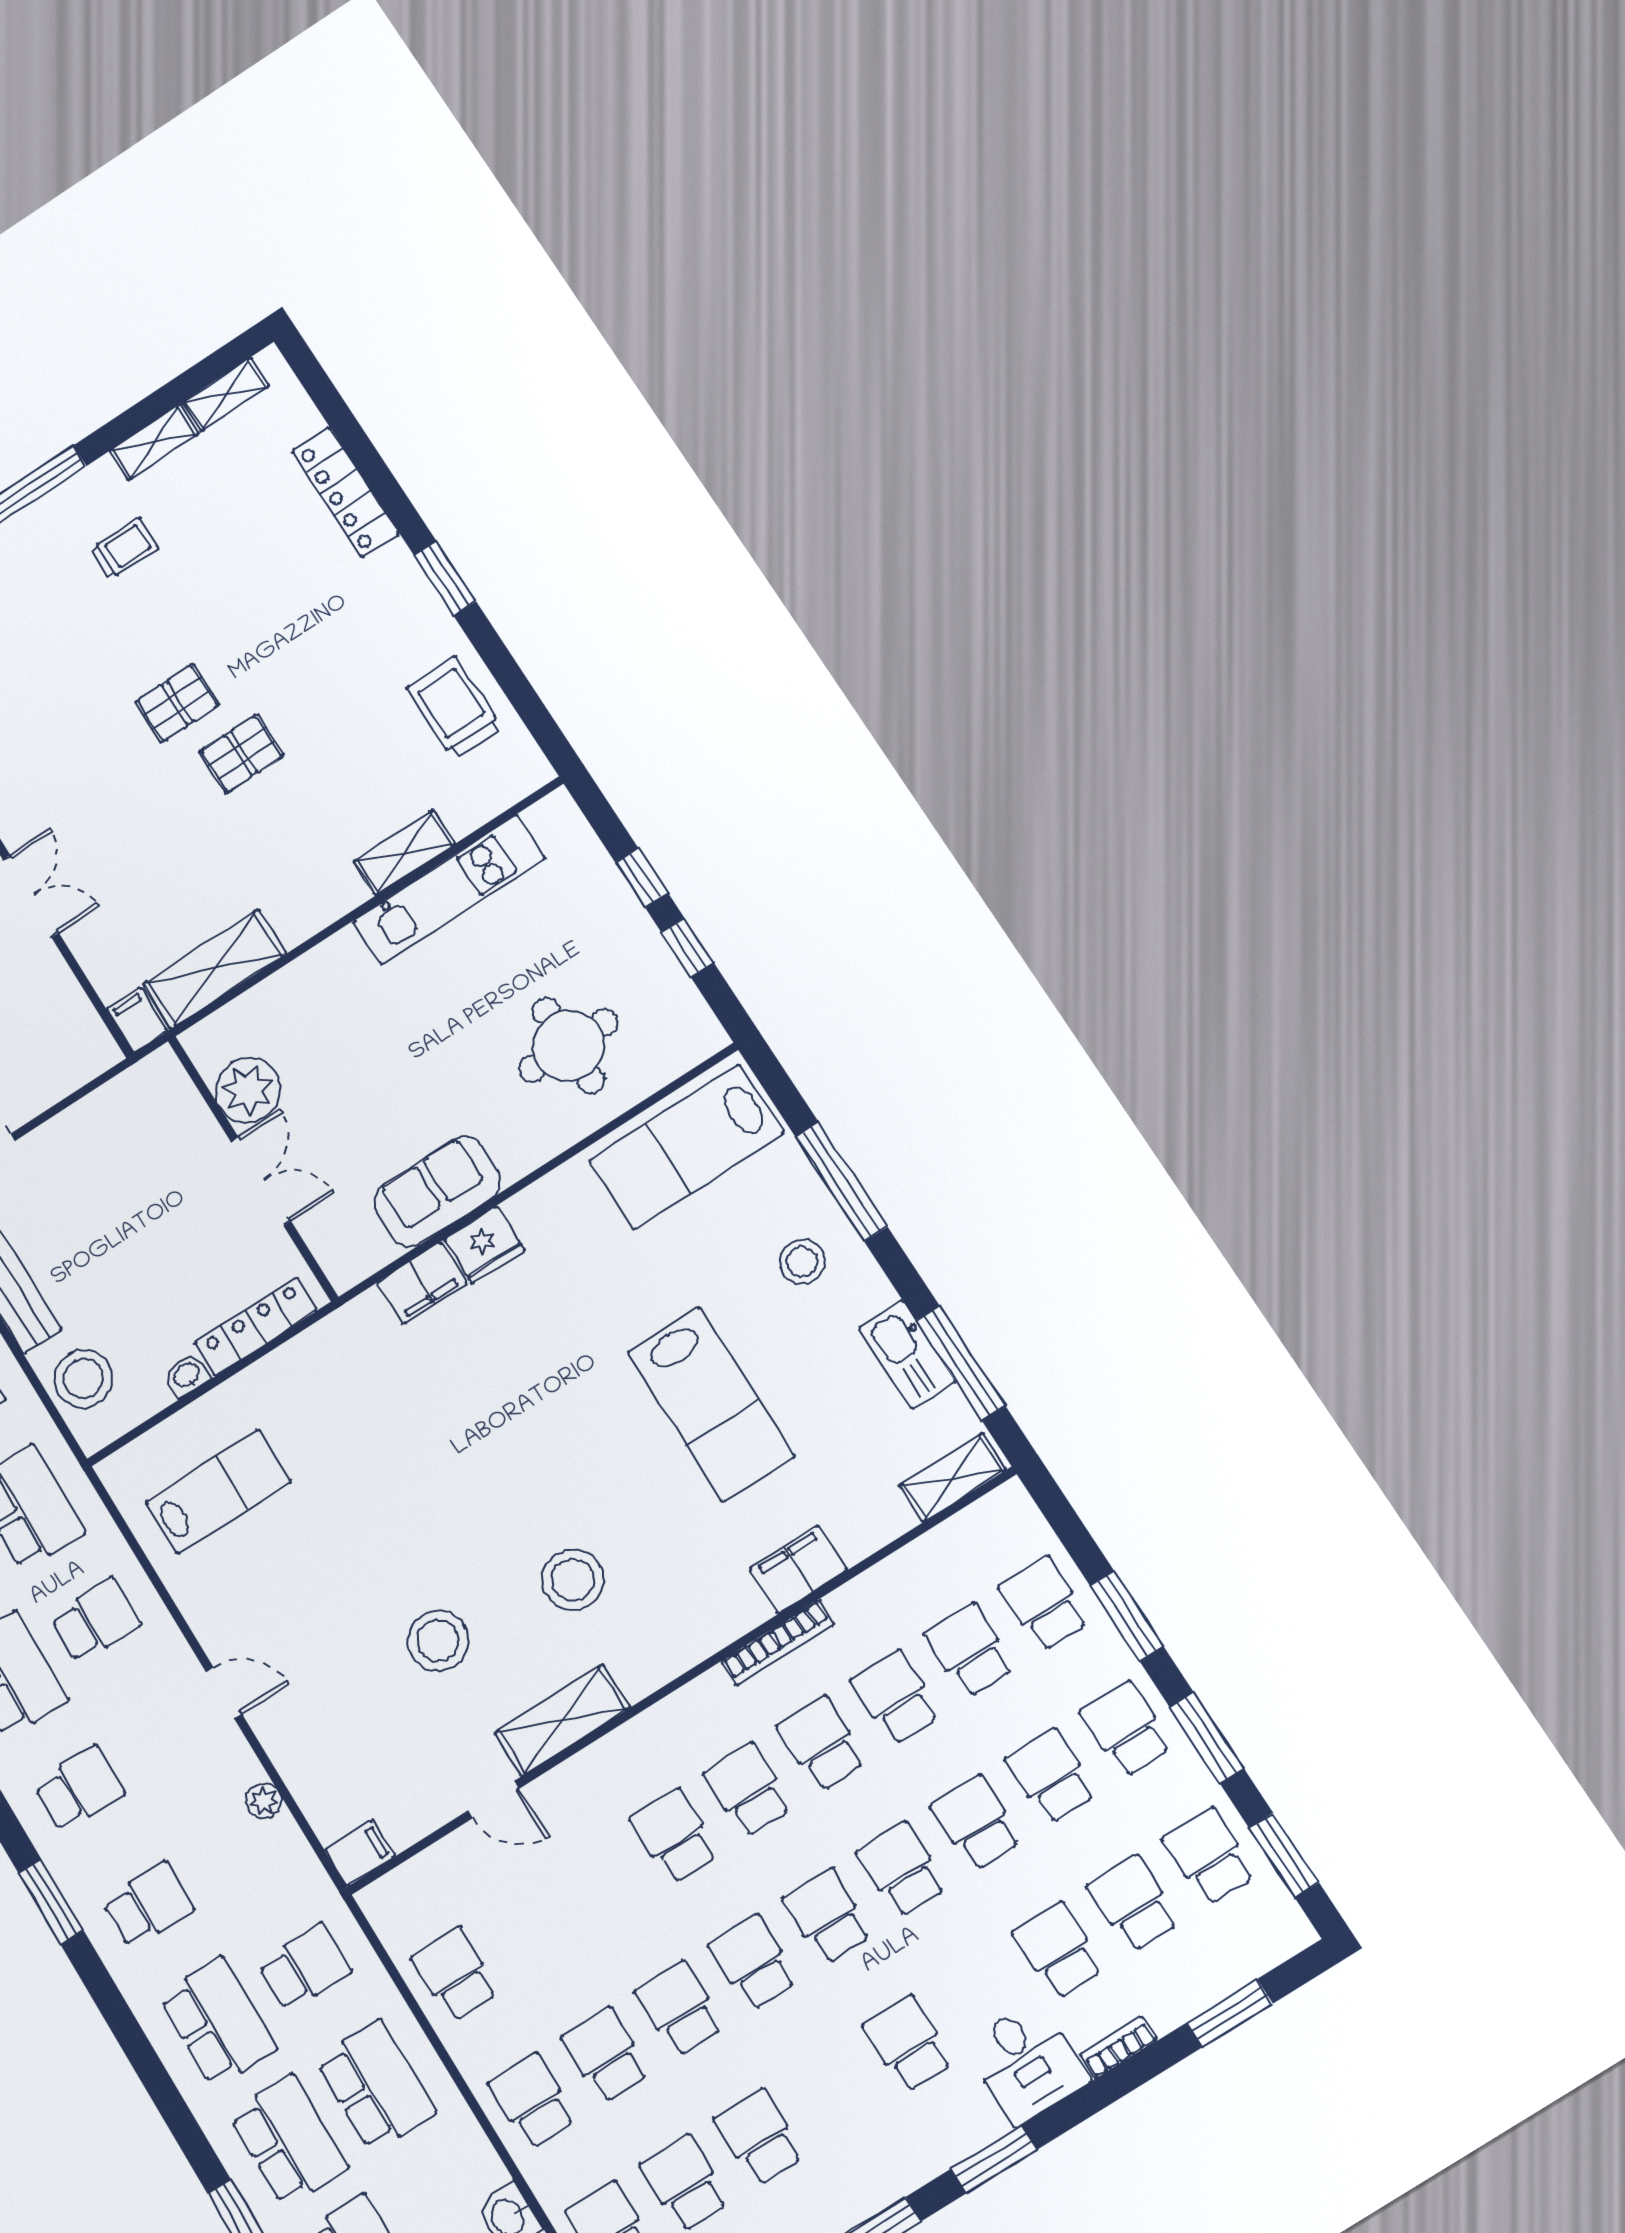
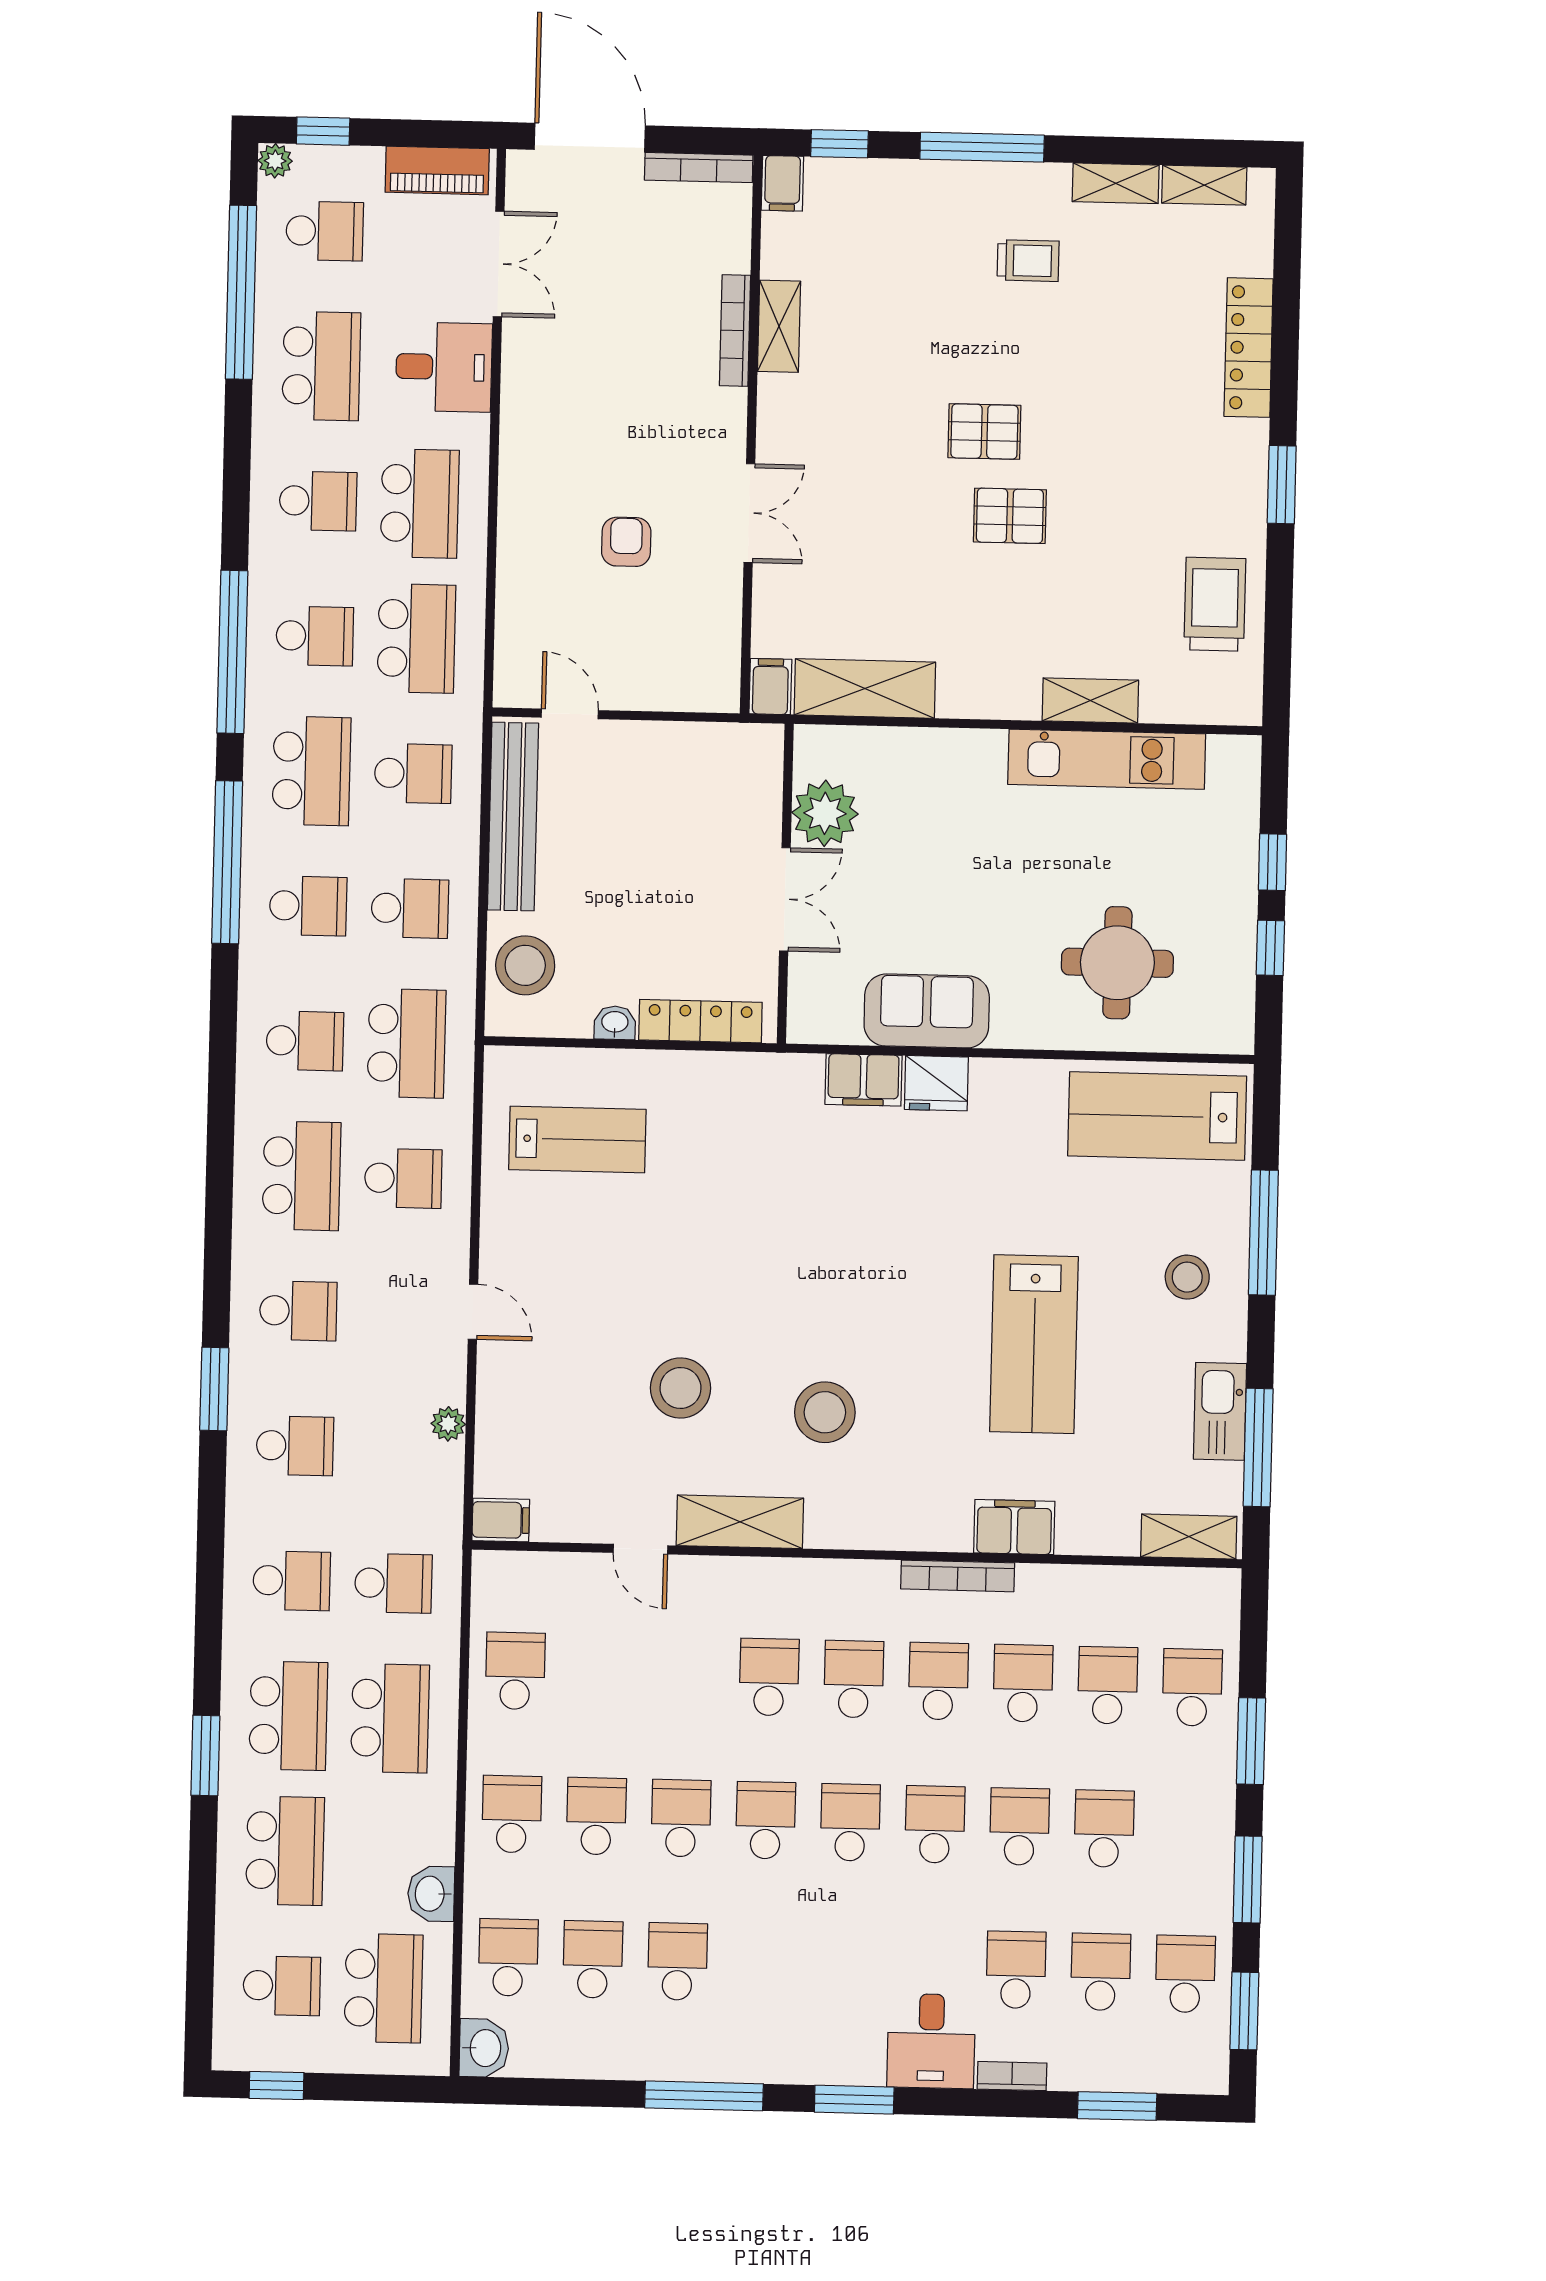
school desk: (1126, 1729) -> (1189, 1831), removed
school desk: (218, 2022) -> (292, 1581), width x0.54
school desk: (908, 2044) -> (847, 1966), removed

